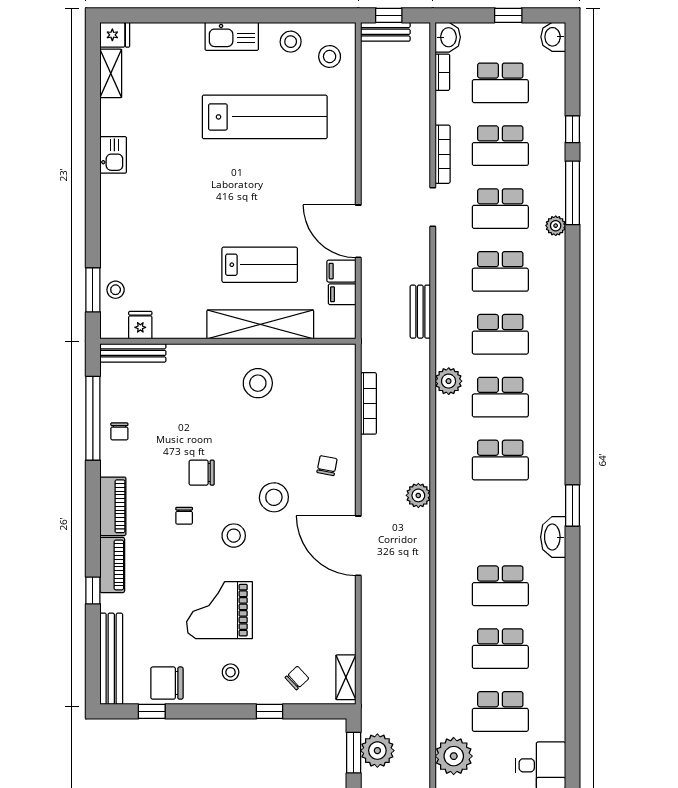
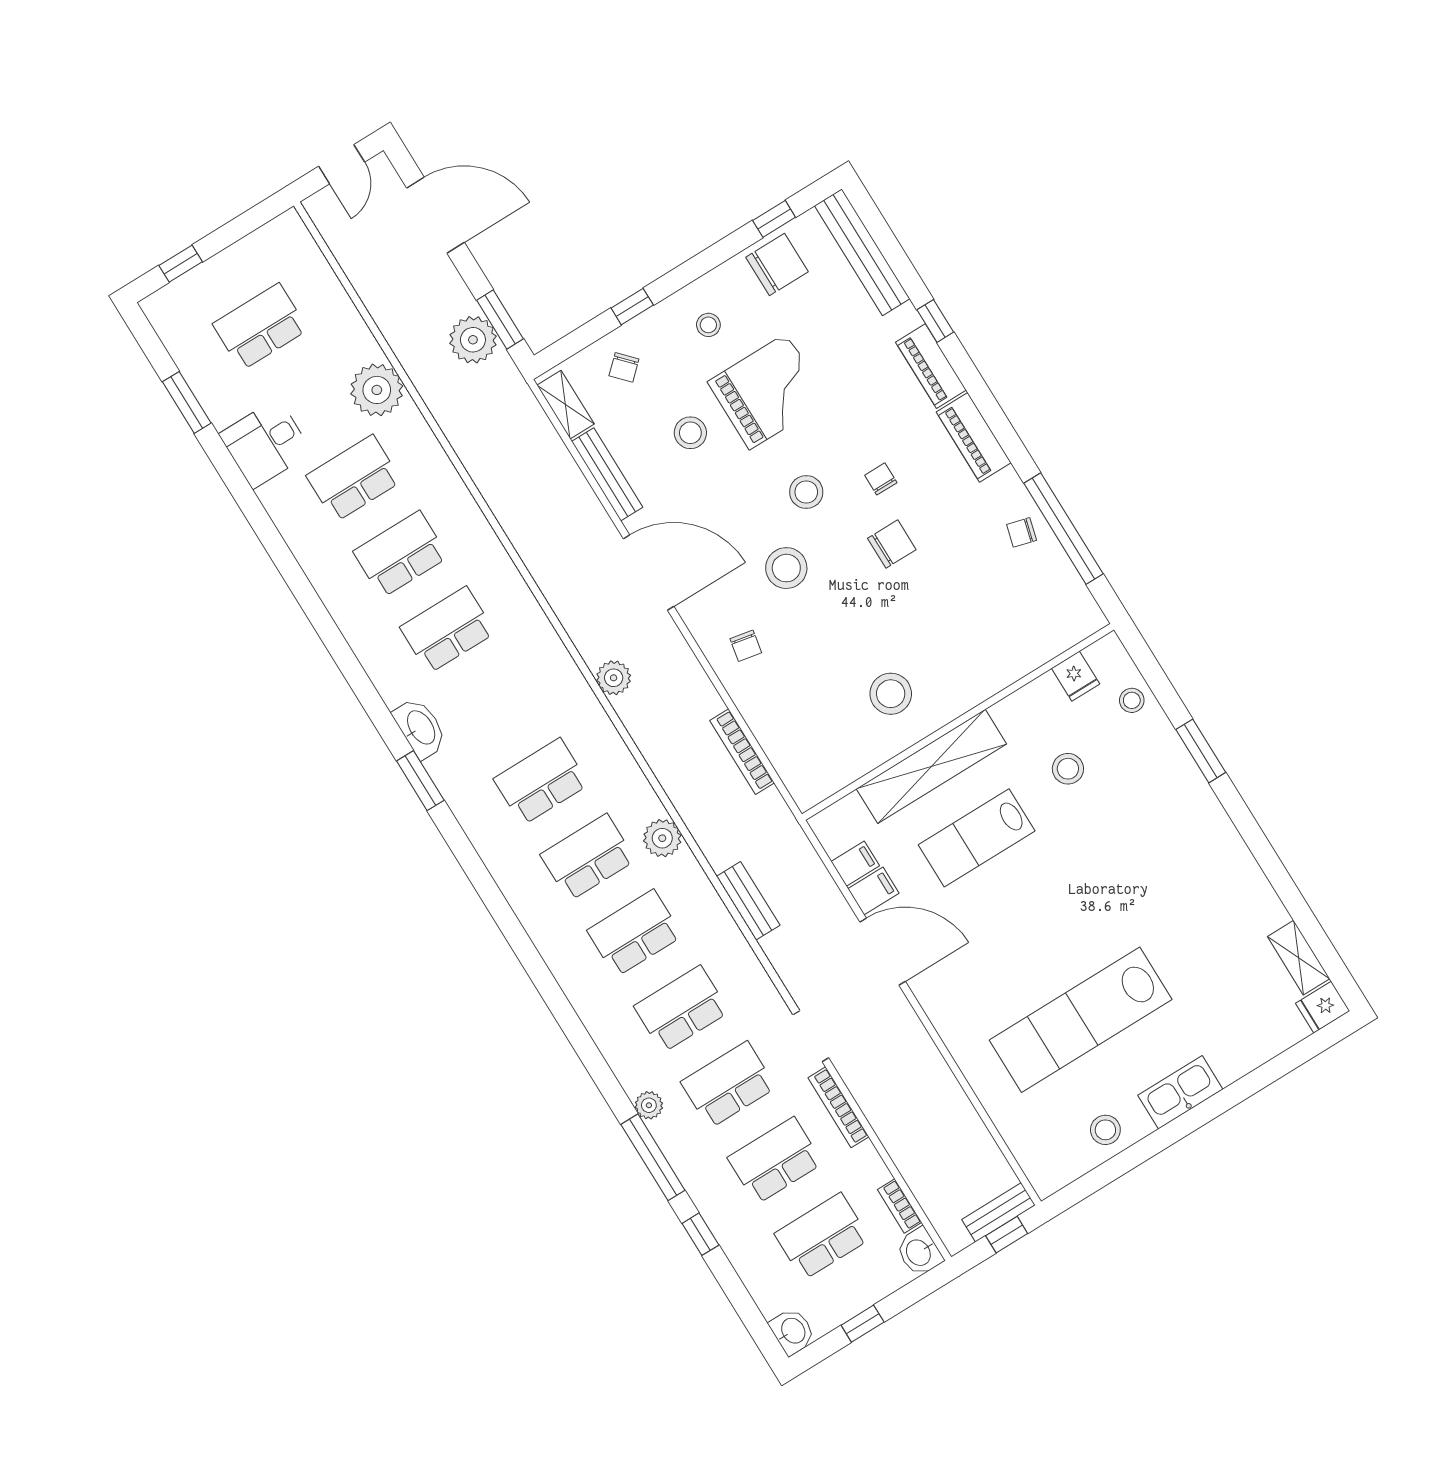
stool: (330, 57) -> (1068, 769), moved
kitchen sink: (113, 155) -> (1235, 861), removed
window: (93, 290) -> (1201, 751), moved
bench: (133, 353) -> (607, 474), moved, turned 90
chair: (119, 431) -> (1022, 532), turned -75
stool: (281, 614) -> (690, 433), added

